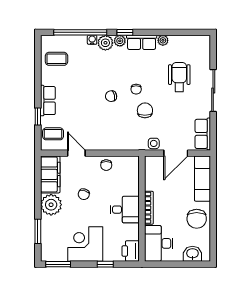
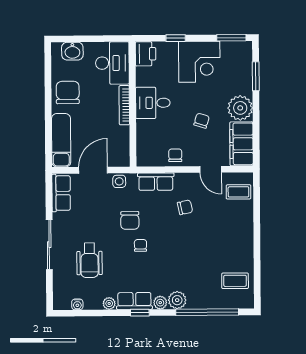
window: (125, 32) -> (140, 313), moved
water cooler: (92, 40) -> (77, 304), moved
chair: (111, 96) -> (185, 207), moved
row of seats: (48, 101) -> (156, 182), moved, turned -90
window: (38, 116) -> (257, 212), removed

